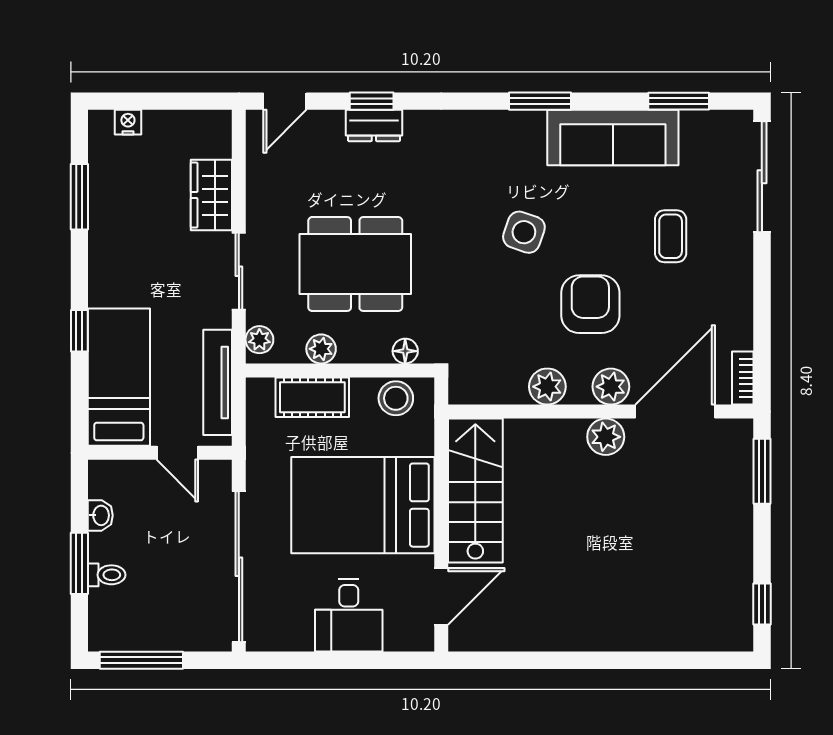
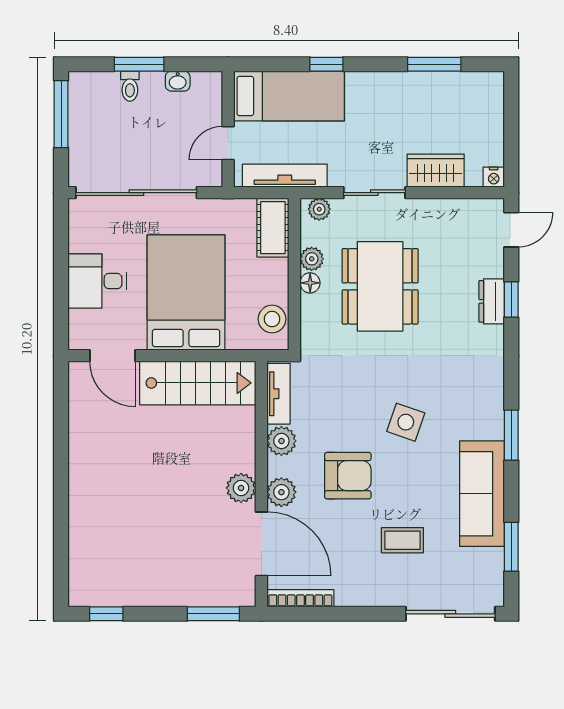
door: (285, 101) -> (511, 230), swing flipped
nightstand: (128, 122) -> (494, 177), moved, turned 90
floor lamp: (405, 351) -> (310, 283), moved
bookcase: (743, 378) -> (300, 598), width x1.56
tv unit: (489, 390) -> (278, 394), added
cot: (312, 397) -> (273, 228), moved

